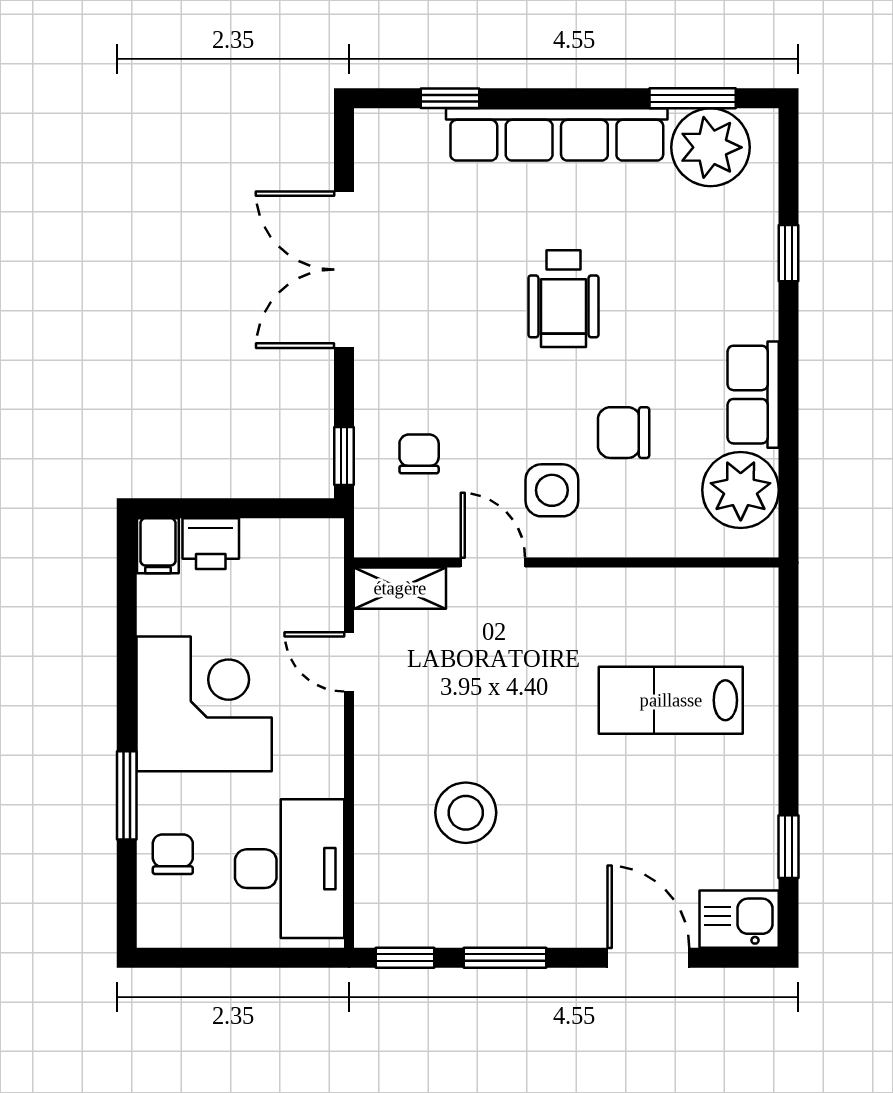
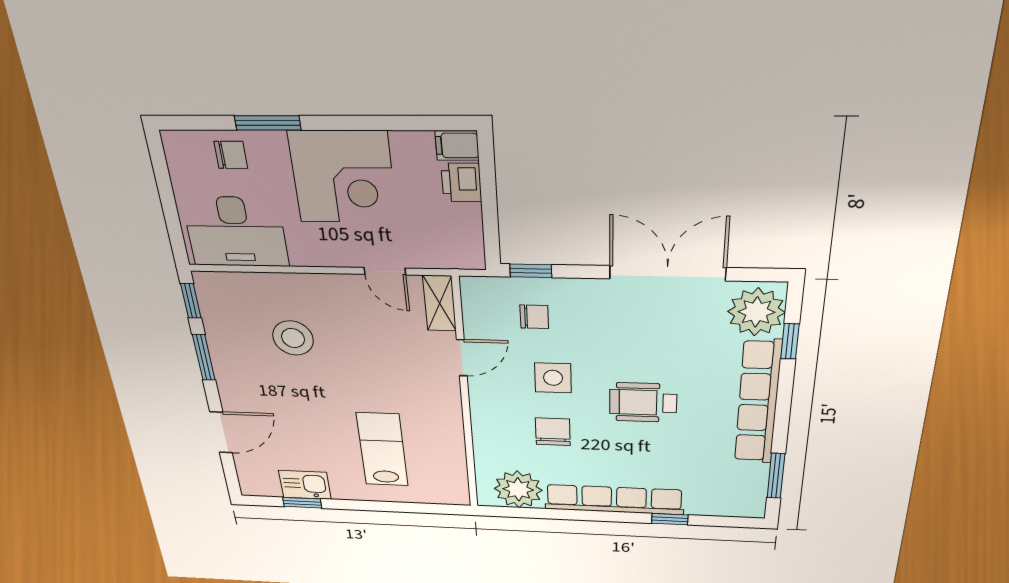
plant: (710, 147) -> (756, 312), moved
row of seats: (753, 395) -> (614, 500), width x2.02
side table: (552, 490) -> (553, 378), moved
door: (349, 662) -> (385, 271), swing flipped
kitchen sink: (739, 919) -> (305, 485), moved, turned -90

